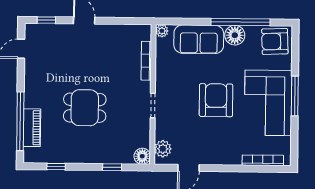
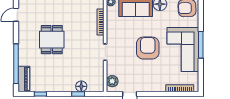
dining table: (85, 108) -> (52, 40), moved, turned 90
piano: (32, 128) -> (24, 79), moved
floor lamp: (142, 156) -> (81, 86), moved

